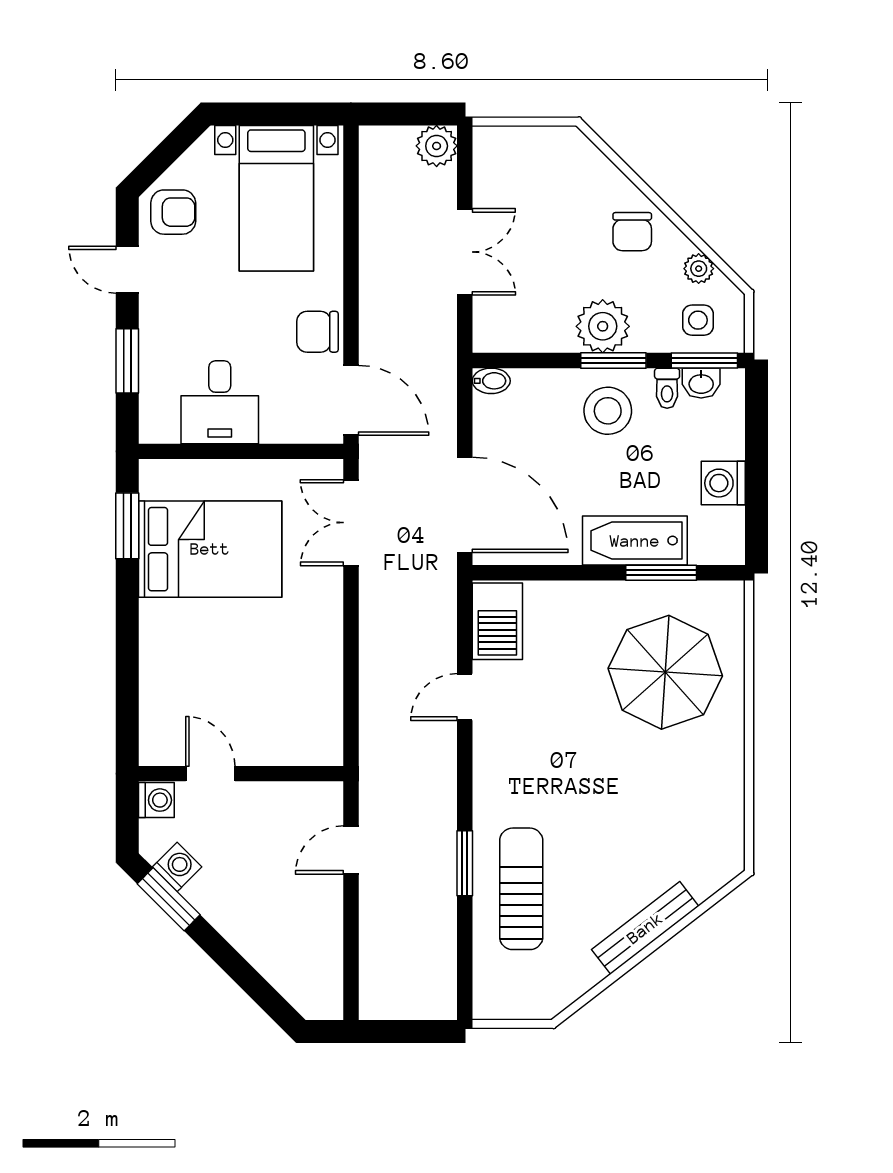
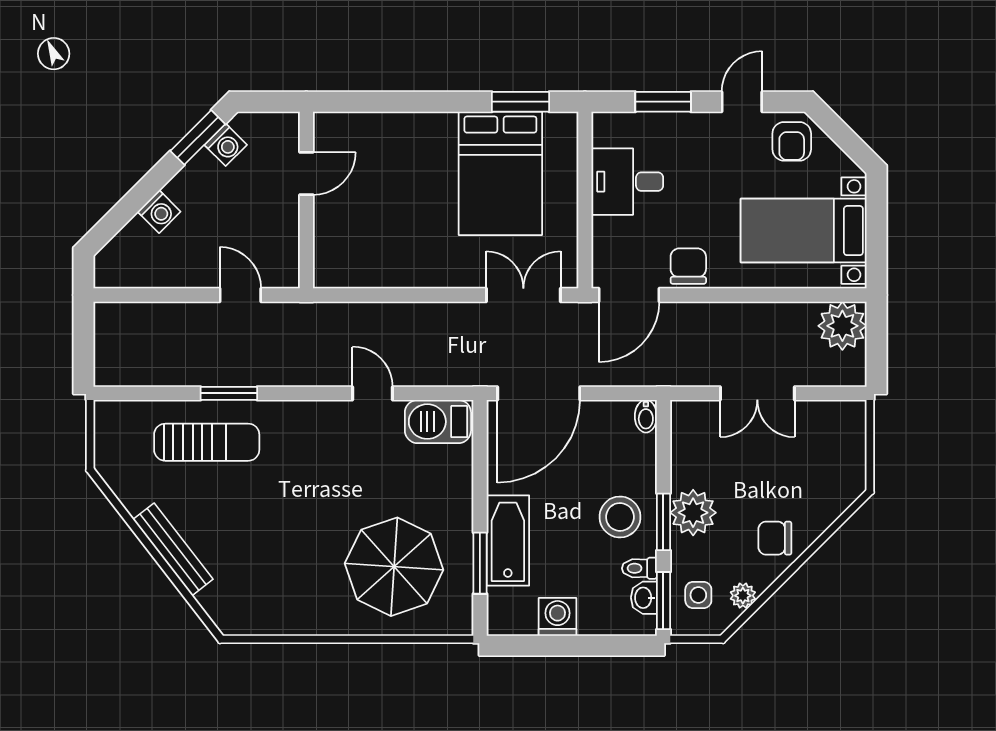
plant: (437, 146) -> (842, 326), moved, width x1.36, depth x1.36
washing machine: (156, 800) -> (159, 212), moved, turned -45

